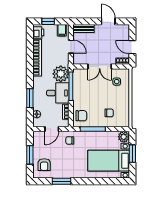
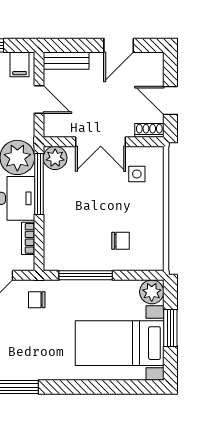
door: (108, 21) -> (119, 45), swing flipped
plant: (78, 74) -> (55, 158), added
chair: (81, 116) -> (61, 247), removed

